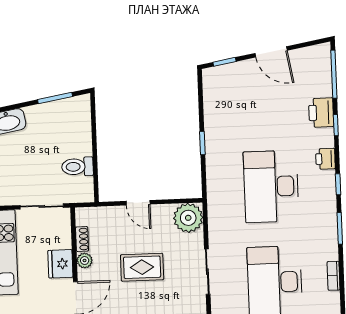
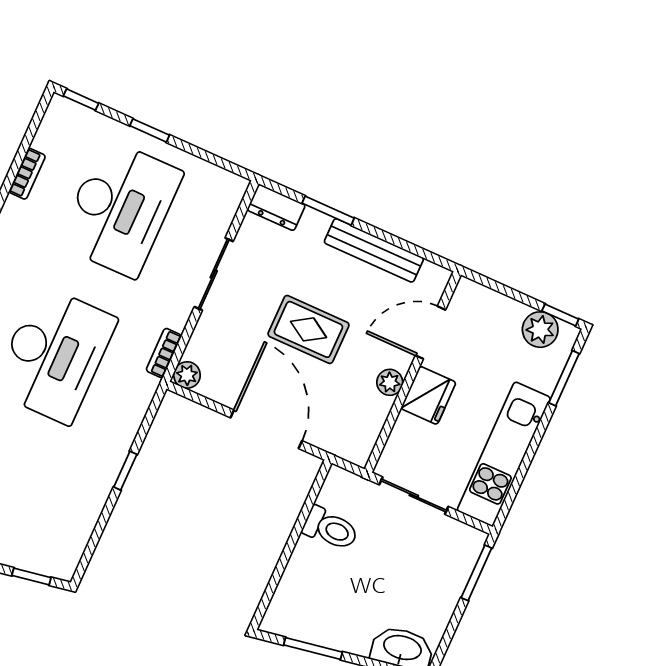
door: (138, 203) -> (266, 429), width x1.88
bookcase: (213, 216) -> (164, 353), added
plant: (188, 218) -> (187, 375), width x0.53, depth x0.53
shoe rack: (82, 239) -> (378, 417), removed

